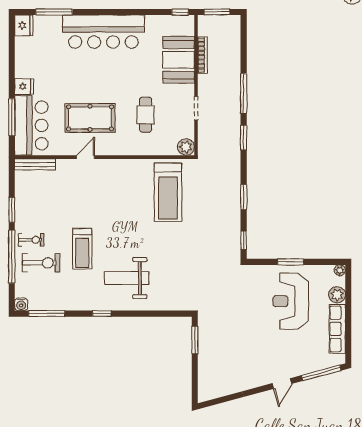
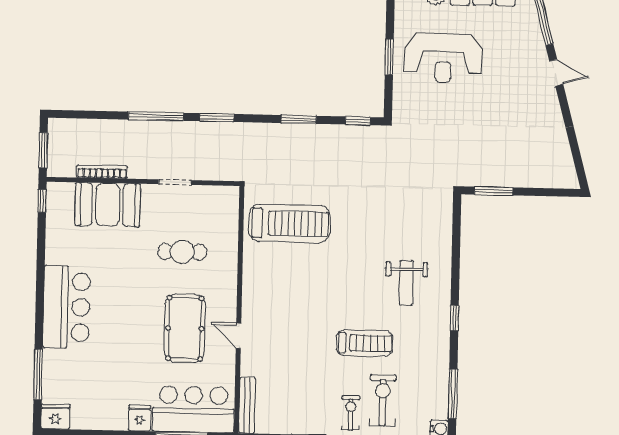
bar counter: (104, 32) -> (67, 307), width x0.73
plant: (186, 147) -> (228, 197), removed
weight bench: (127, 278) -> (406, 283), width x0.73, depth x0.75

